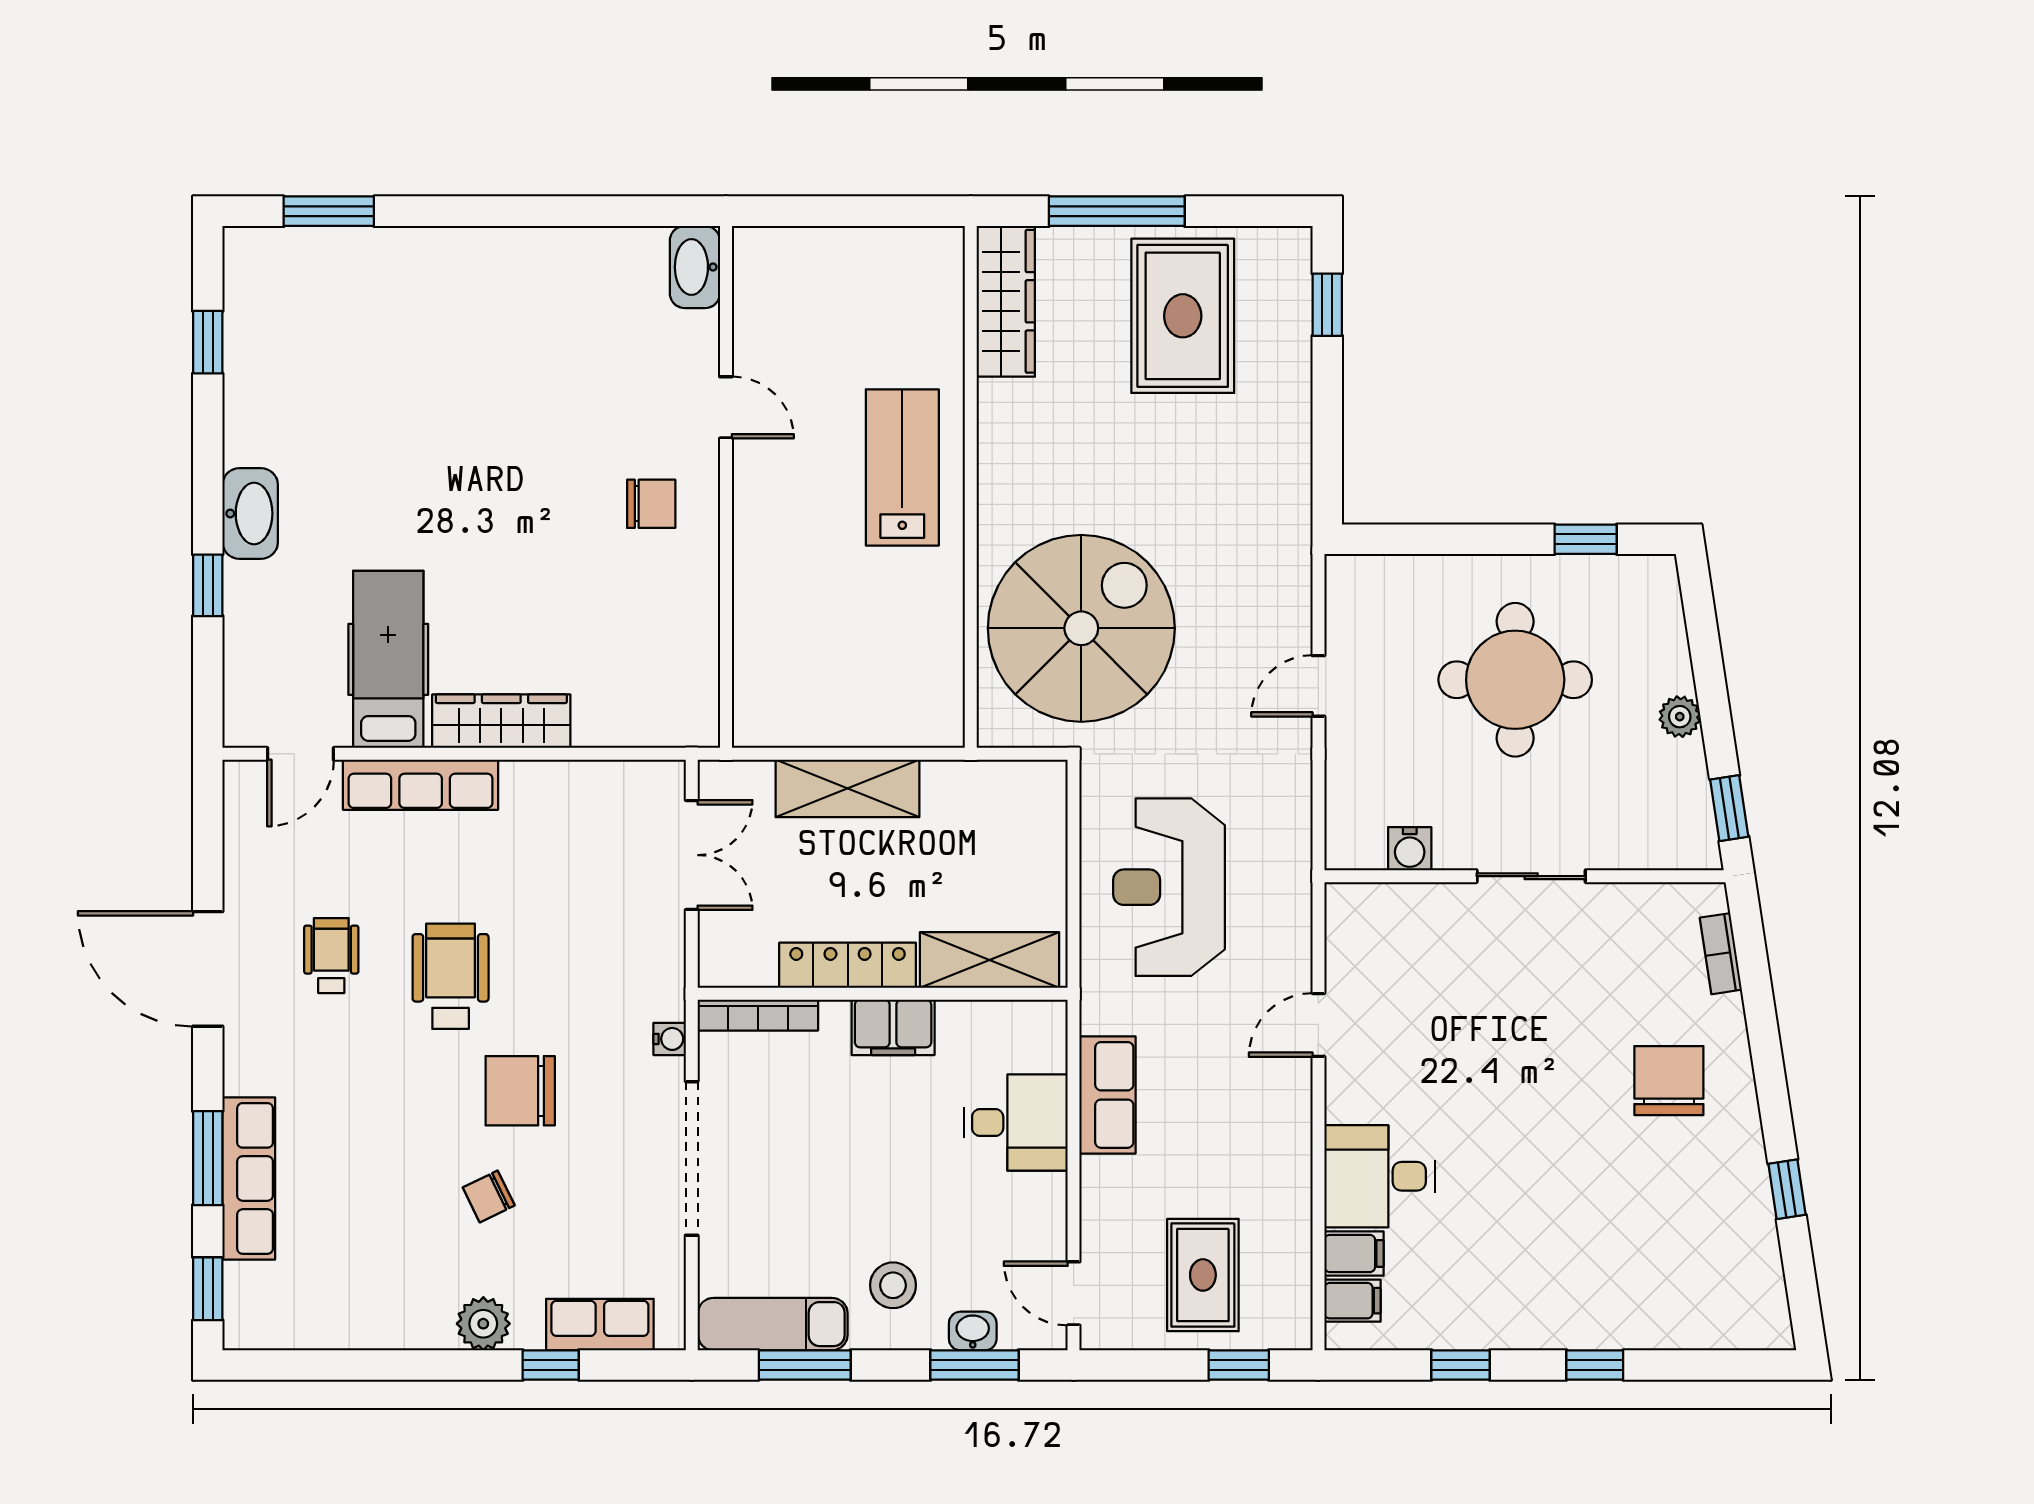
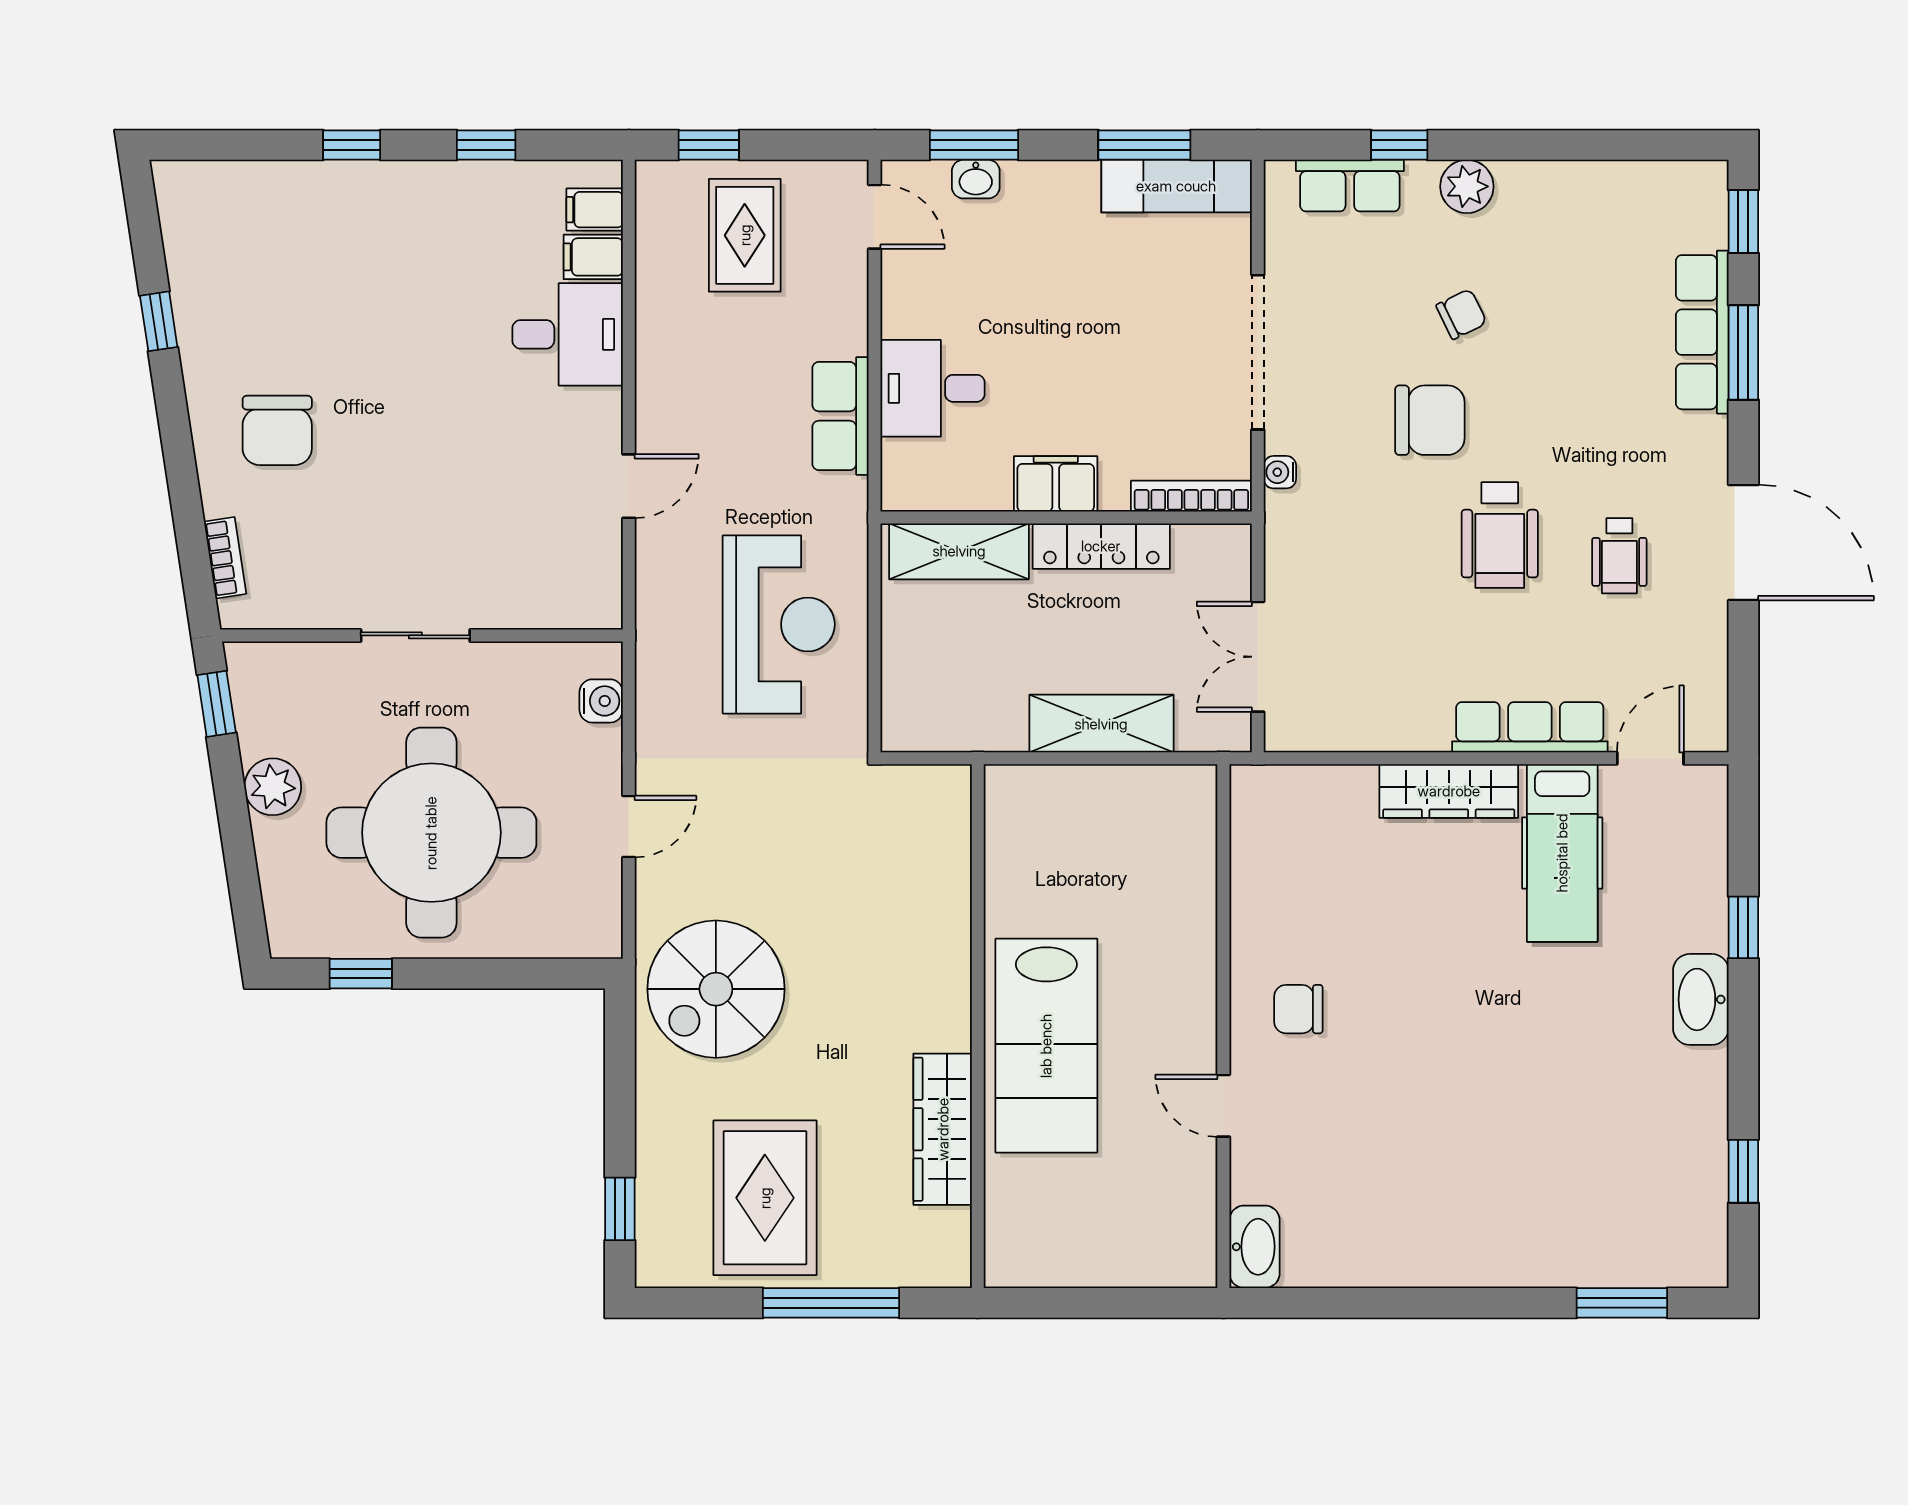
wardrobe: (1006, 301) -> (943, 1129), moved
lab bench: (902, 467) -> (1046, 1046), width x1.36, depth x1.39
spiral stairs: (1081, 628) -> (716, 989), moved, width x0.73, depth x0.73
round table: (1515, 680) -> (431, 833), width x1.36, depth x1.36
plant: (1680, 717) -> (273, 787), width x1.38, depth x1.38
water cooler: (1410, 849) -> (601, 701), moved, turned 90
stool: (893, 1285) -> (1056, 225), removed

